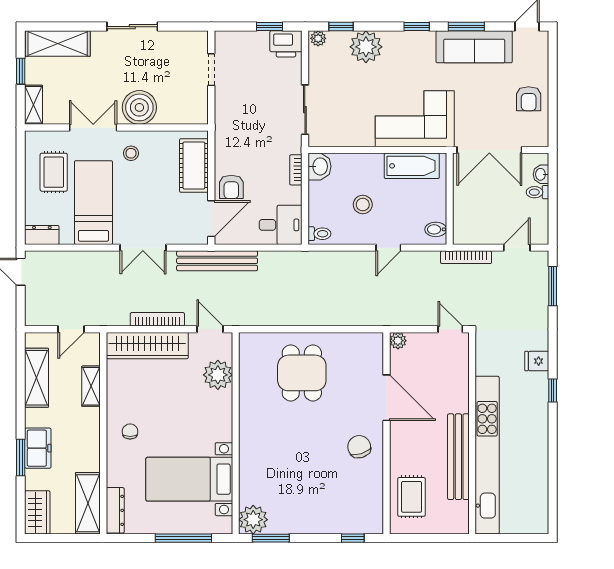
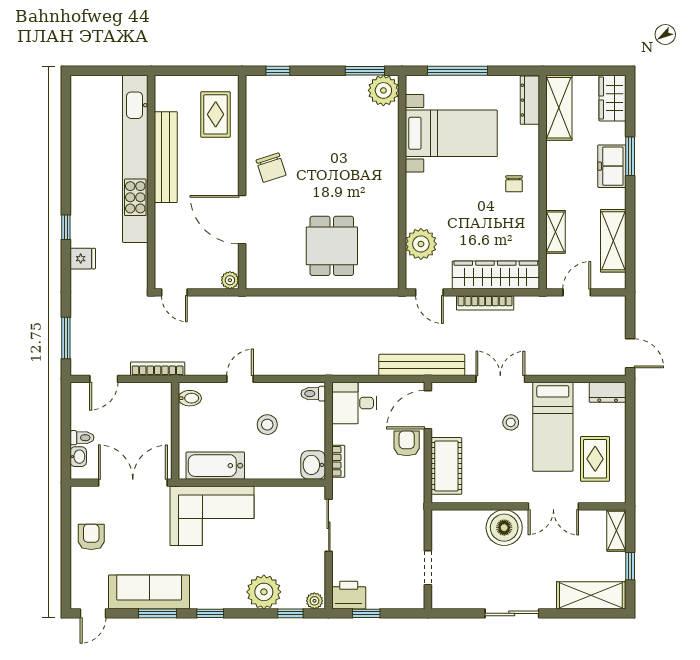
stool: (131, 153) -> (511, 422), moved

